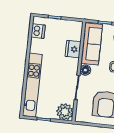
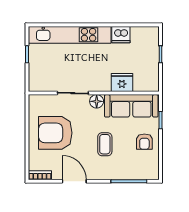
dishwasher: (38, 31) -> (121, 35), moved
plant: (65, 112) -> (40, 81), removed

